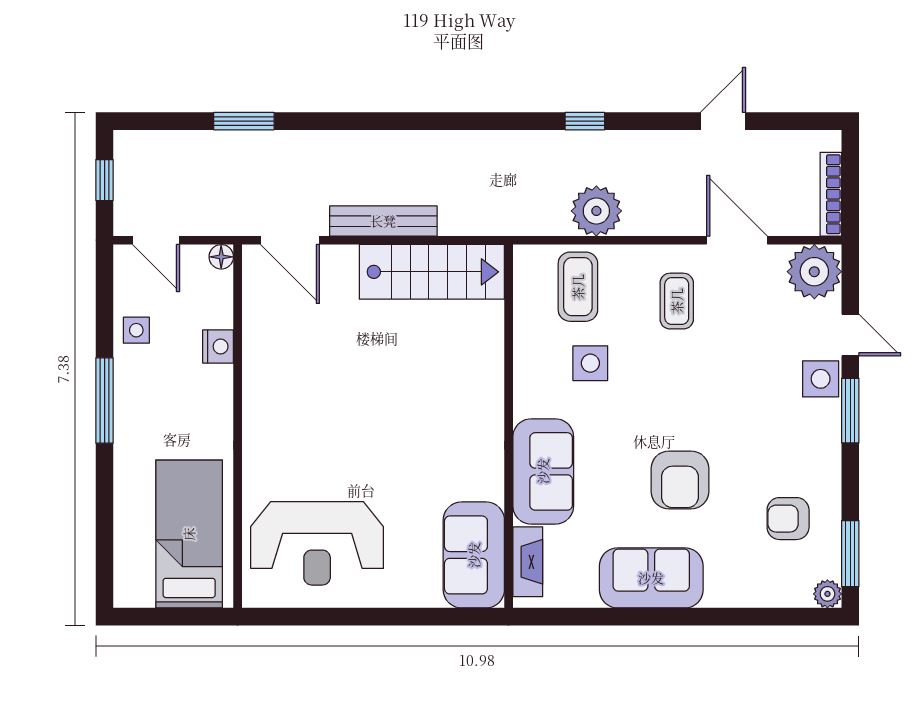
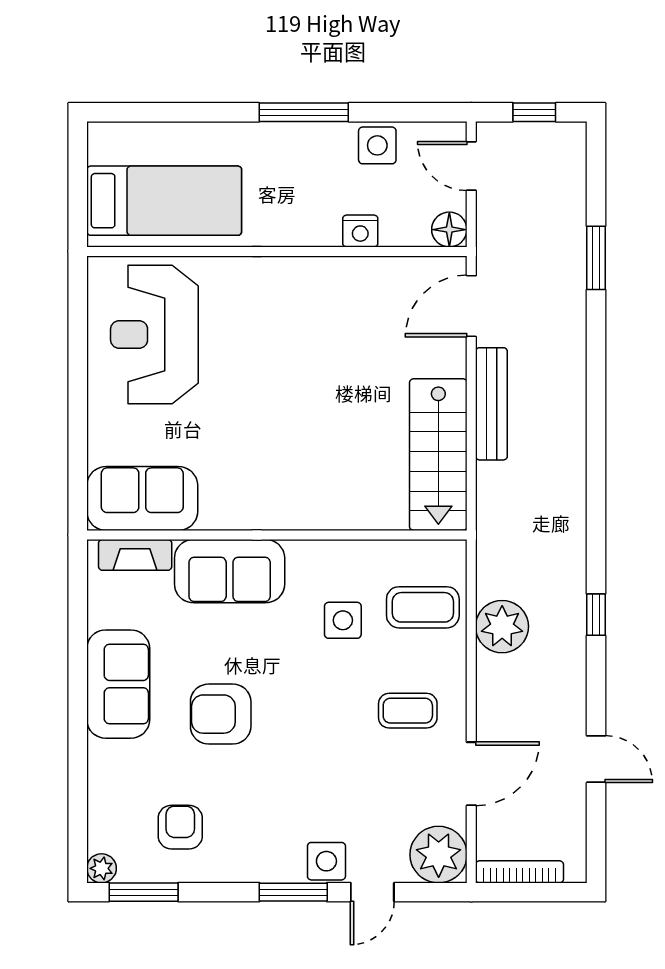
door: (156, 240) -> (471, 166), hinge flipped
floor lamp: (221, 257) -> (449, 230), width x1.37, depth x1.37
side table: (136, 330) -> (377, 145), width x1.37, depth x1.37

